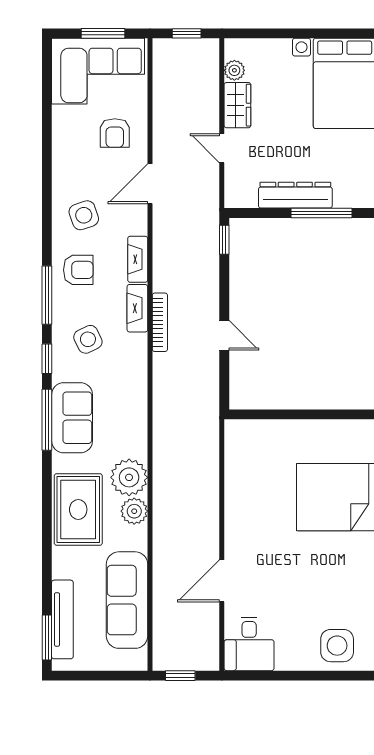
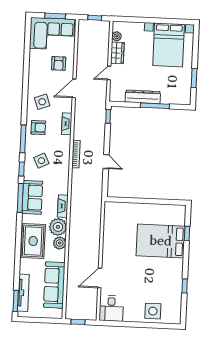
door: (222, 148) -> (109, 73), hinge flipped
fireplace: (137, 308) -> (63, 206), moved

